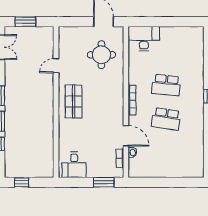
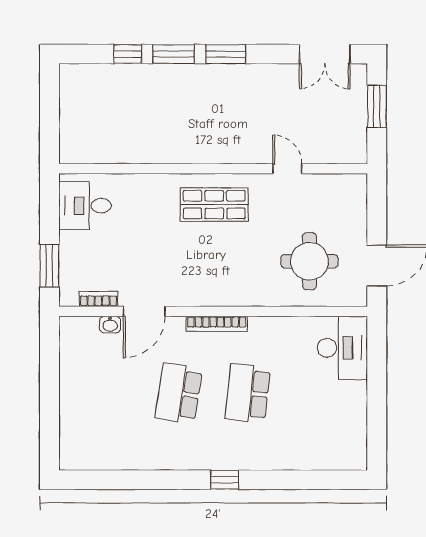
window: (22, 182) -> (49, 99), removed

